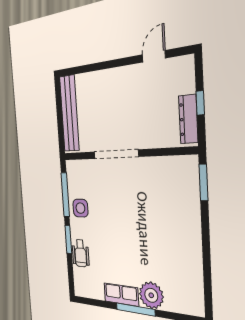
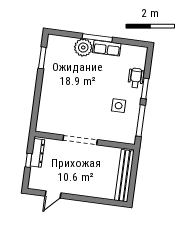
doorway: (116, 154) -> (80, 140), moved
window: (203, 183) -> (42, 58), moved
side table: (80, 208) -> (119, 106), moved

